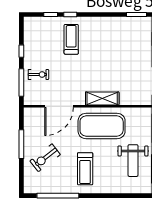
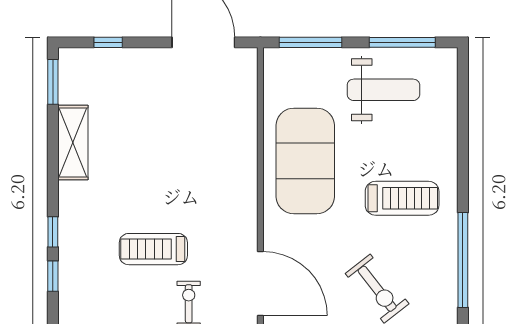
treadmill: (71, 39) -> (153, 249), moved
shelving: (102, 98) -> (73, 142), moved
door: (59, 106) -> (260, 284), moved

